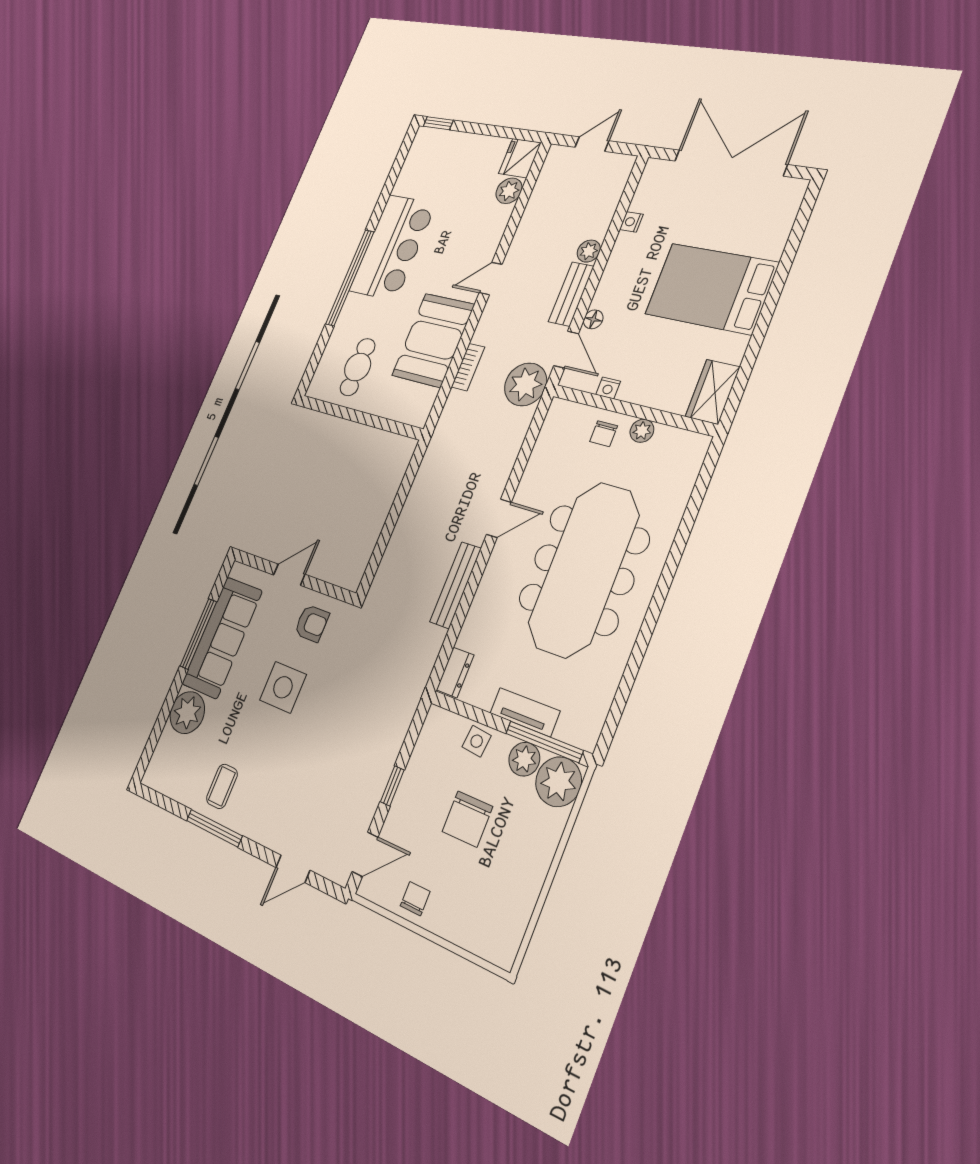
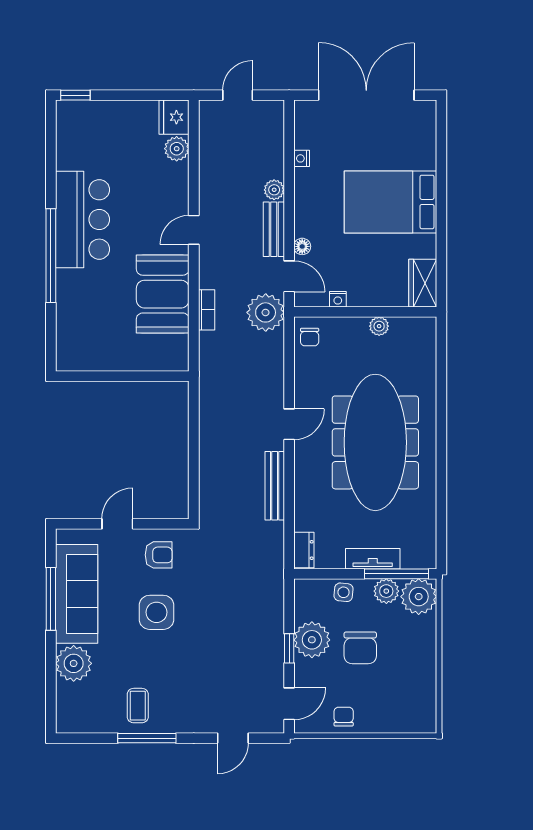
cafe table: (358, 367) -> (99, 334), removed
chair: (604, 434) -> (310, 337), moved
plant: (420, 786) -> (312, 640), added

